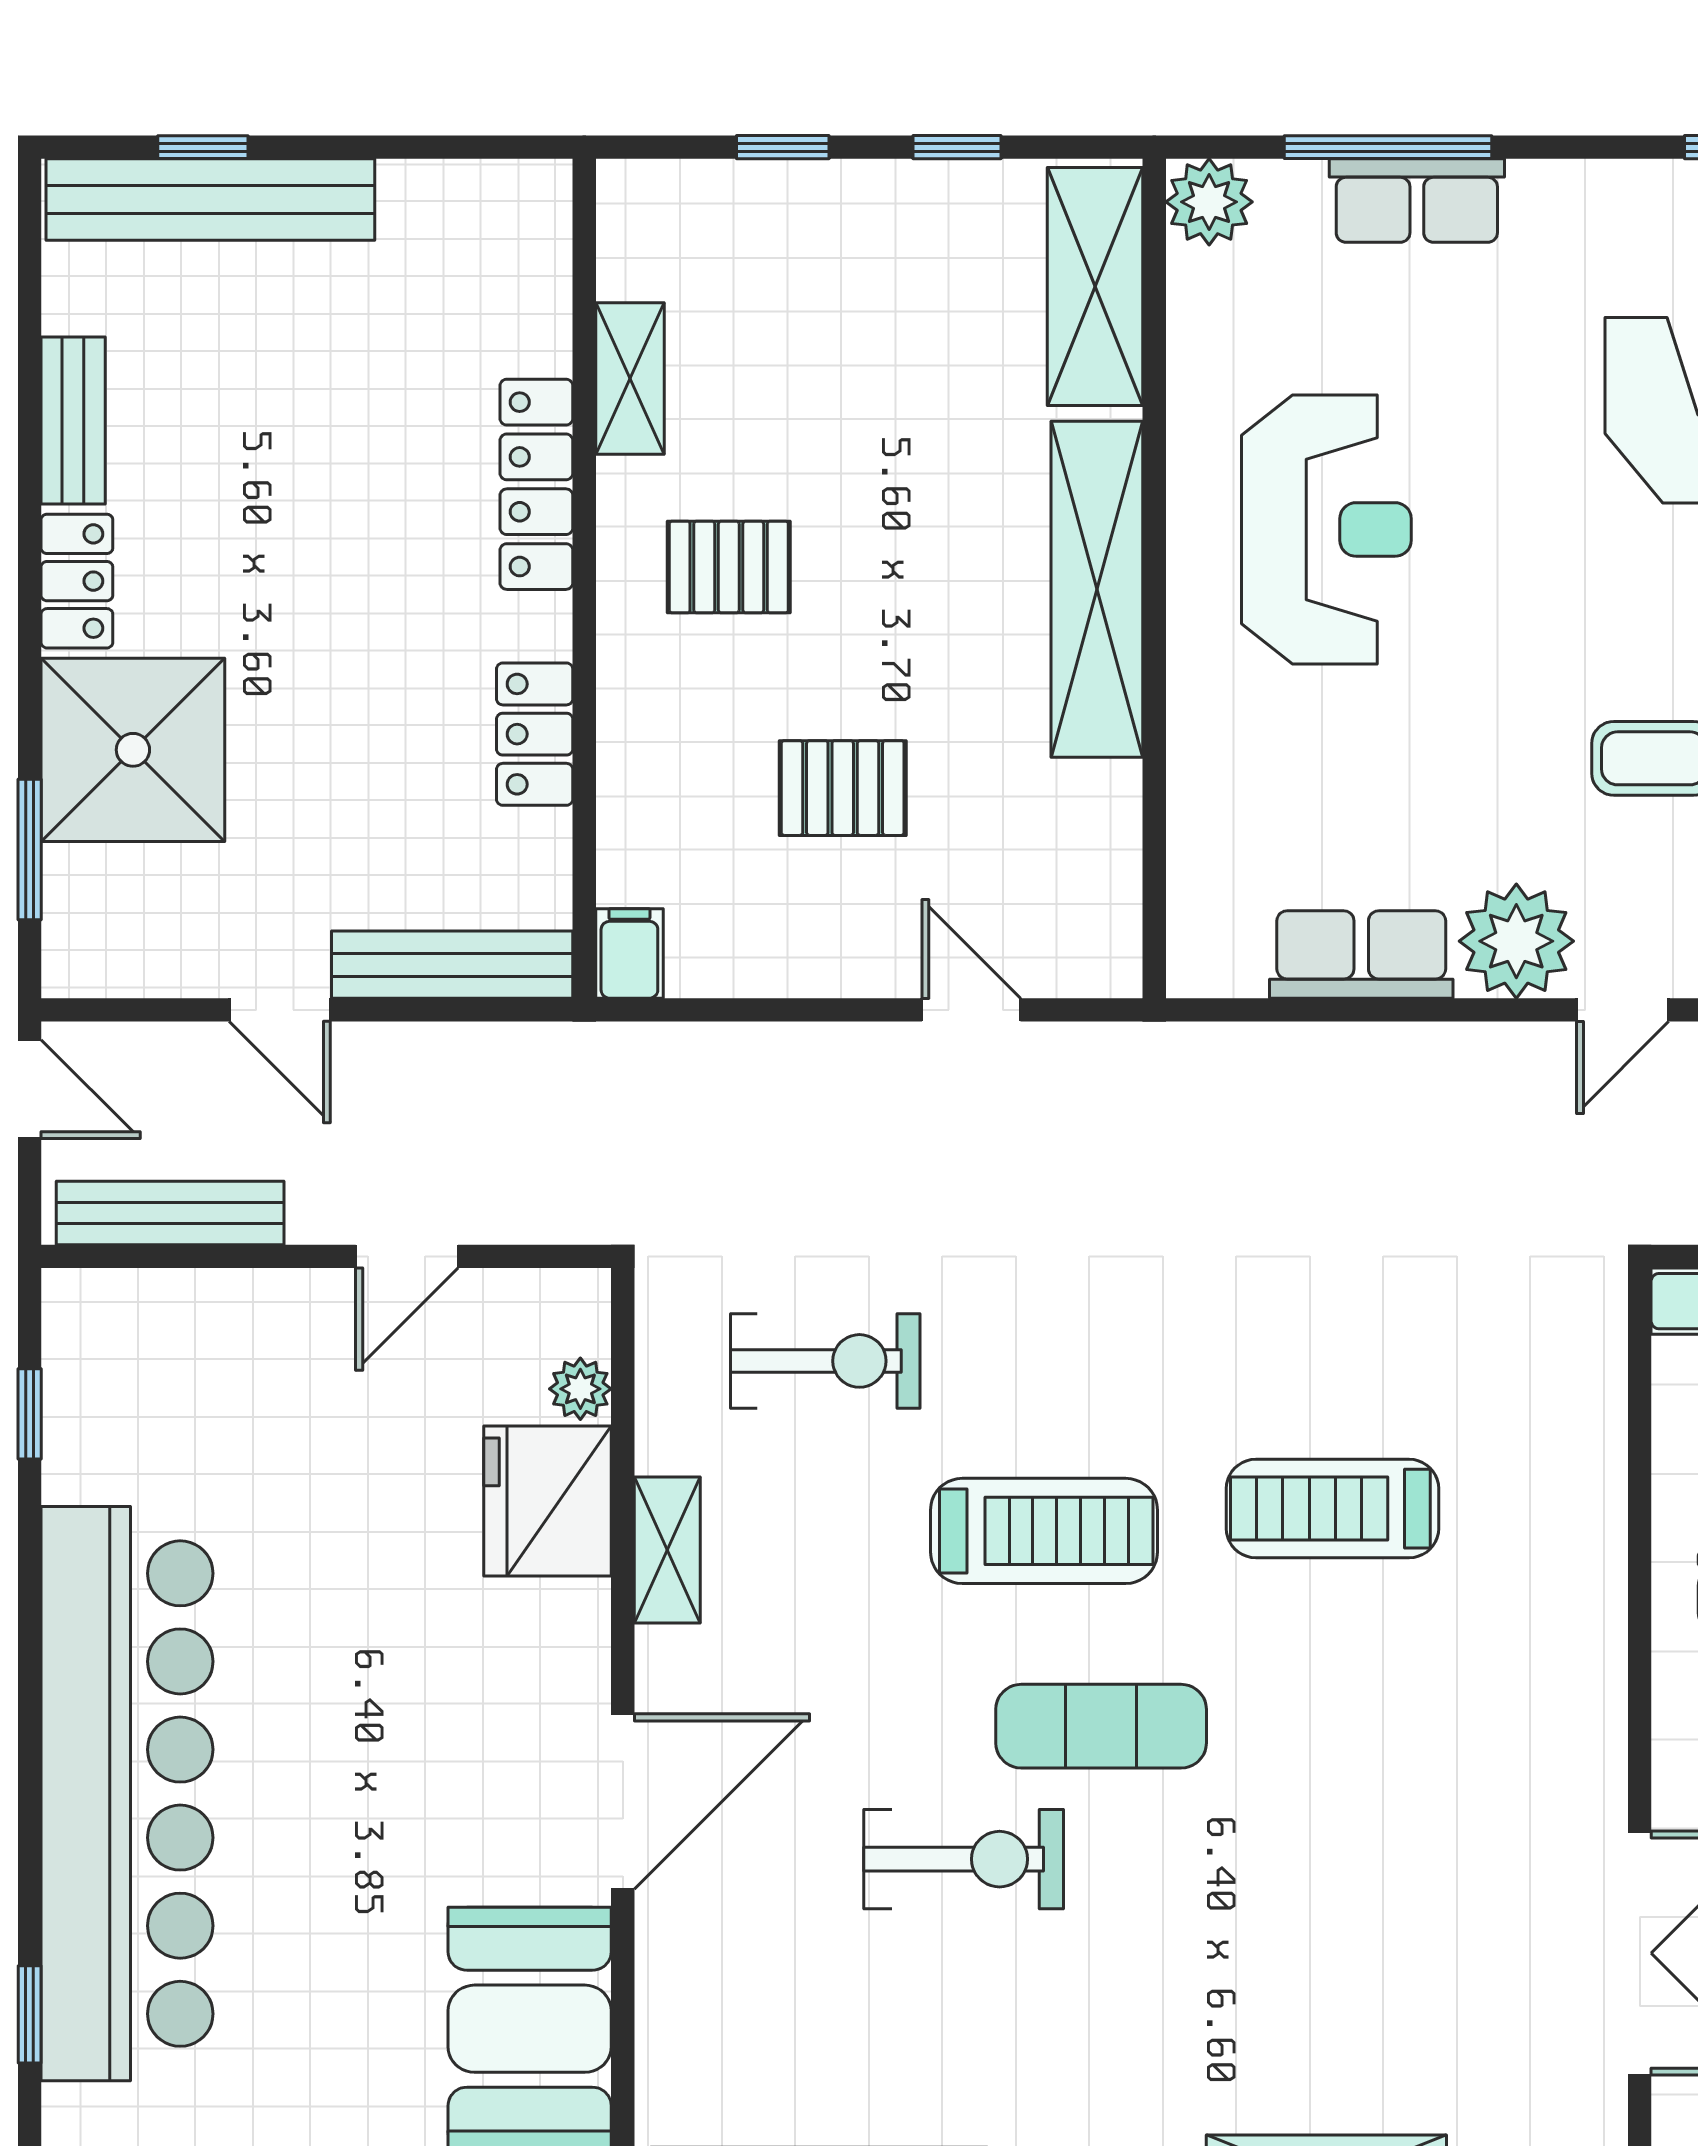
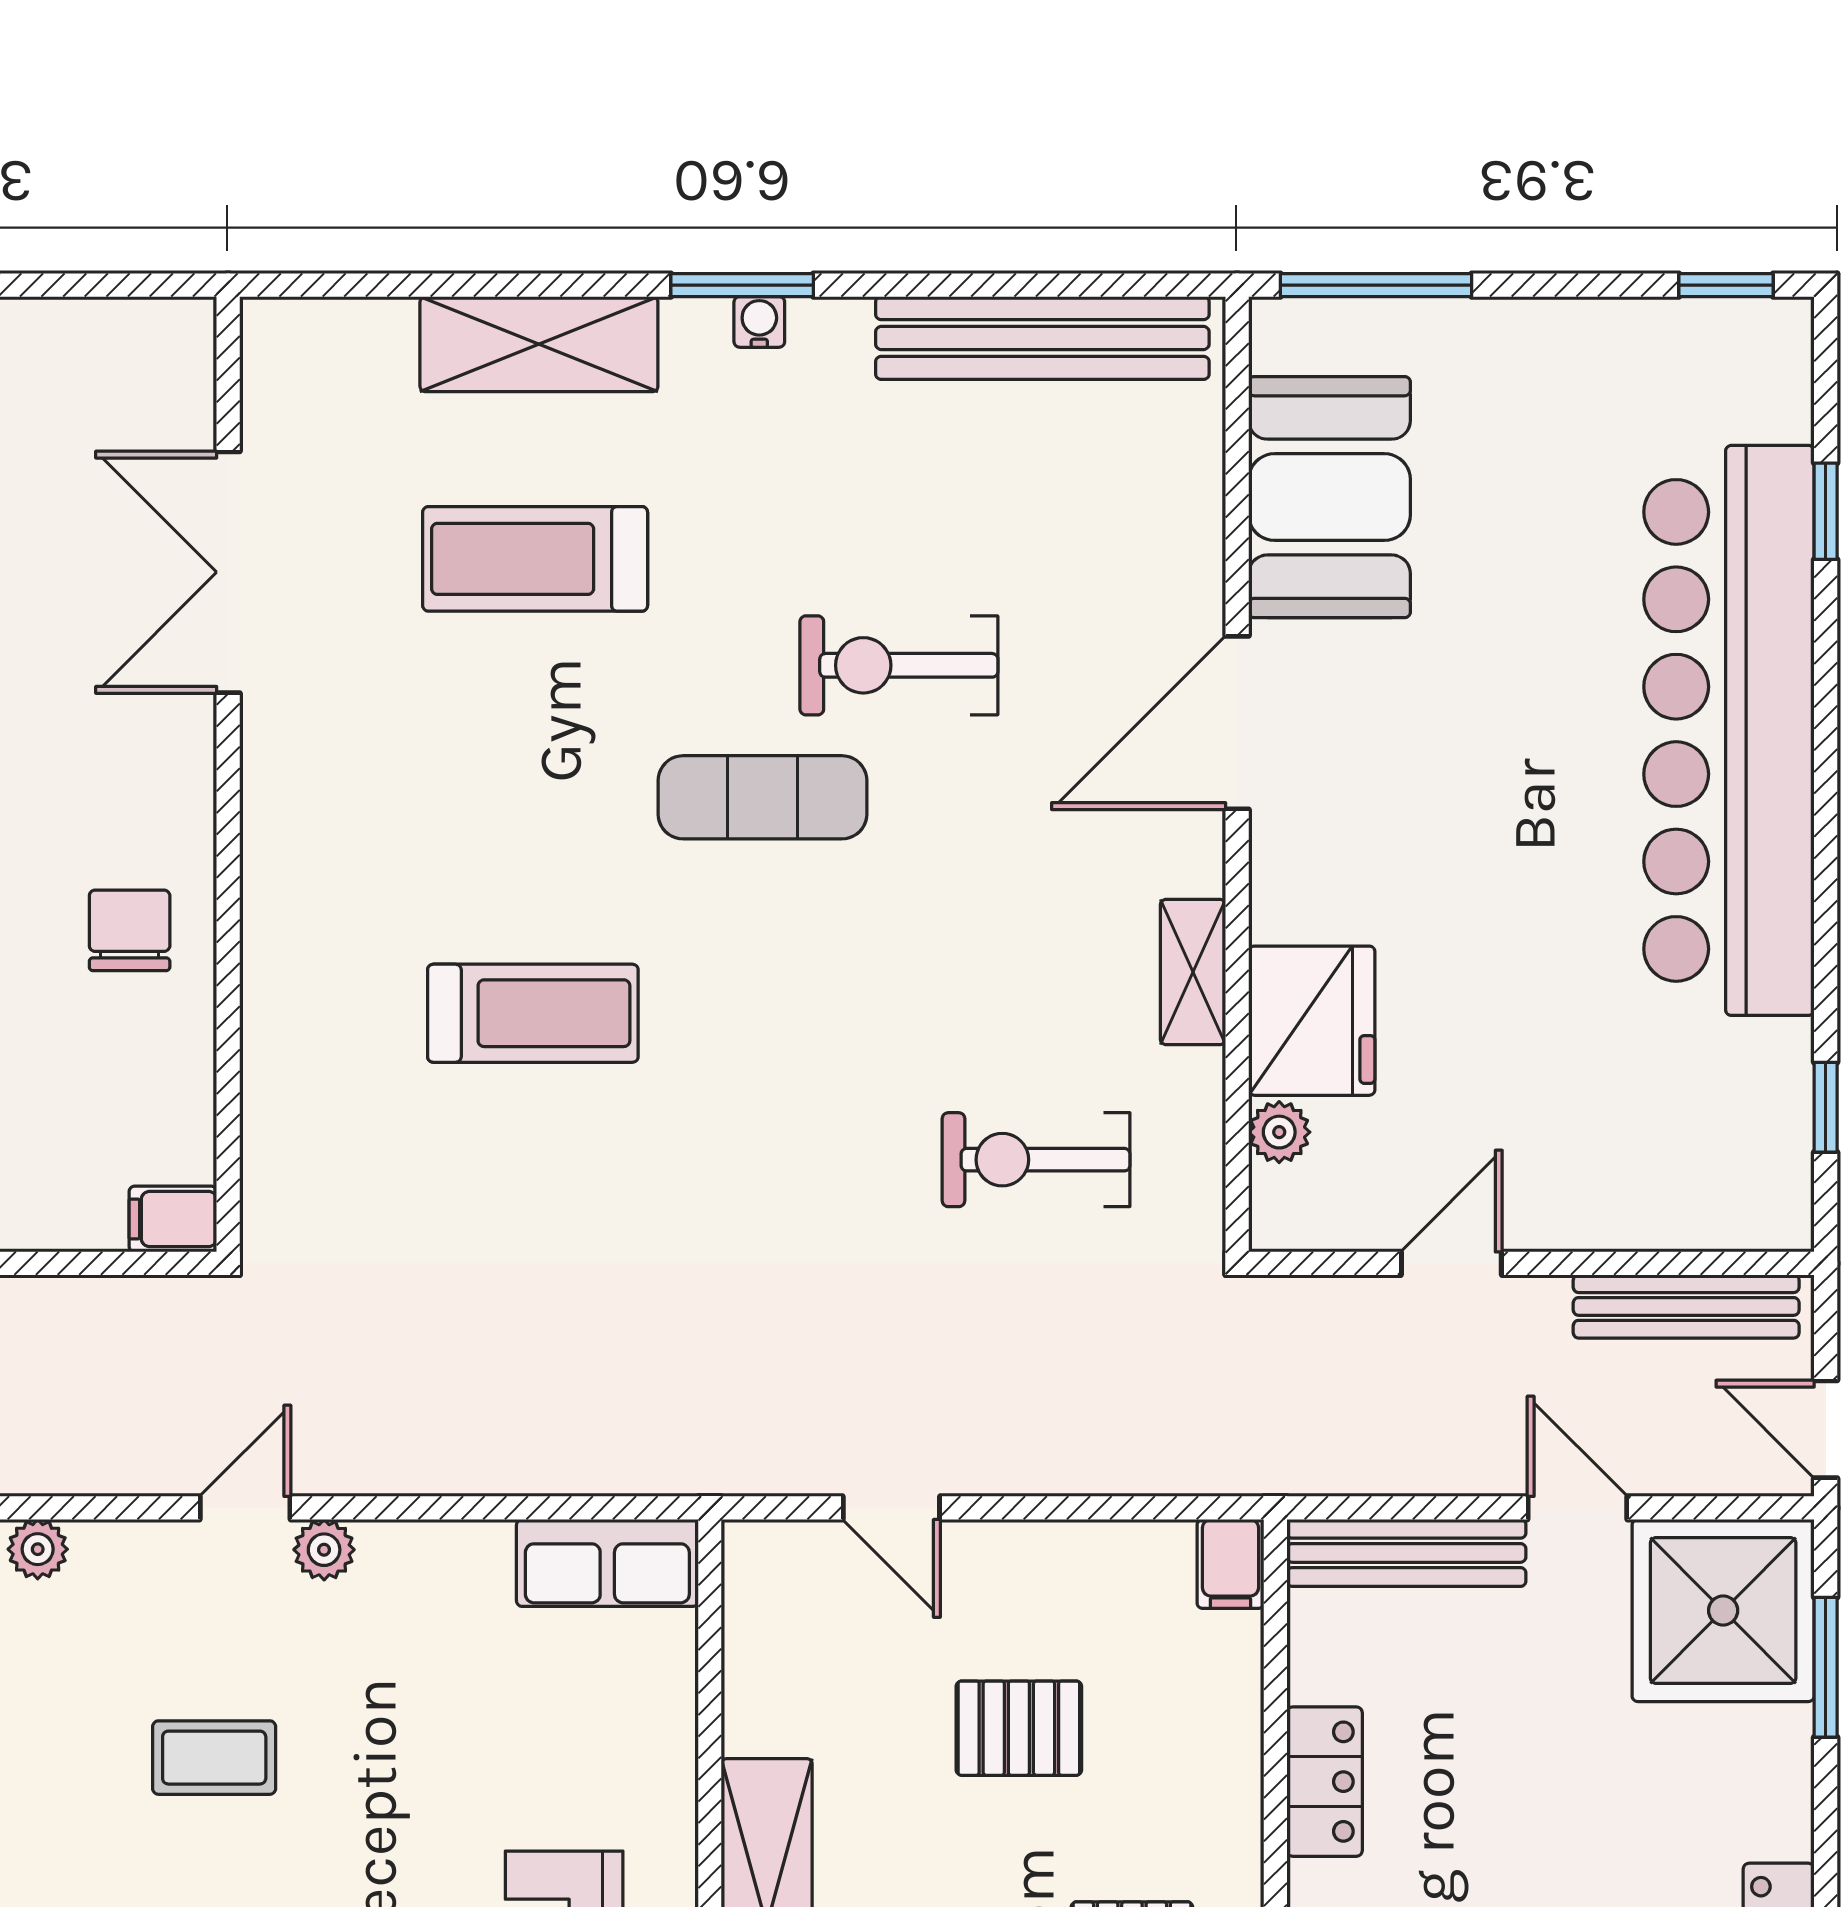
shower: (133, 750) -> (1723, 1610), moved
plant: (1516, 941) -> (324, 1550), width x0.53, depth x0.53
row of seats: (1361, 955) -> (607, 1563), moved
treadmill: (1044, 1531) -> (535, 559), moved

